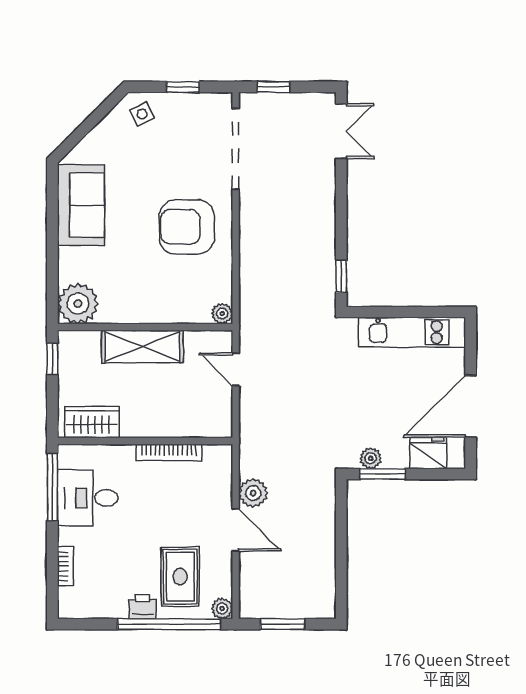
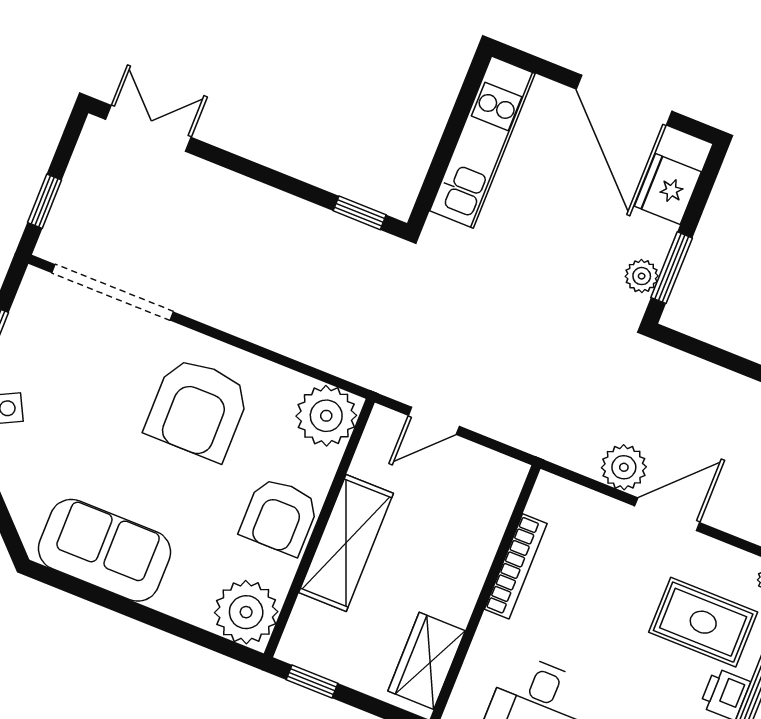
armchair: (142, 301) -> (279, 516), added
plant: (222, 314) -> (326, 416), width x1.87, depth x1.87

